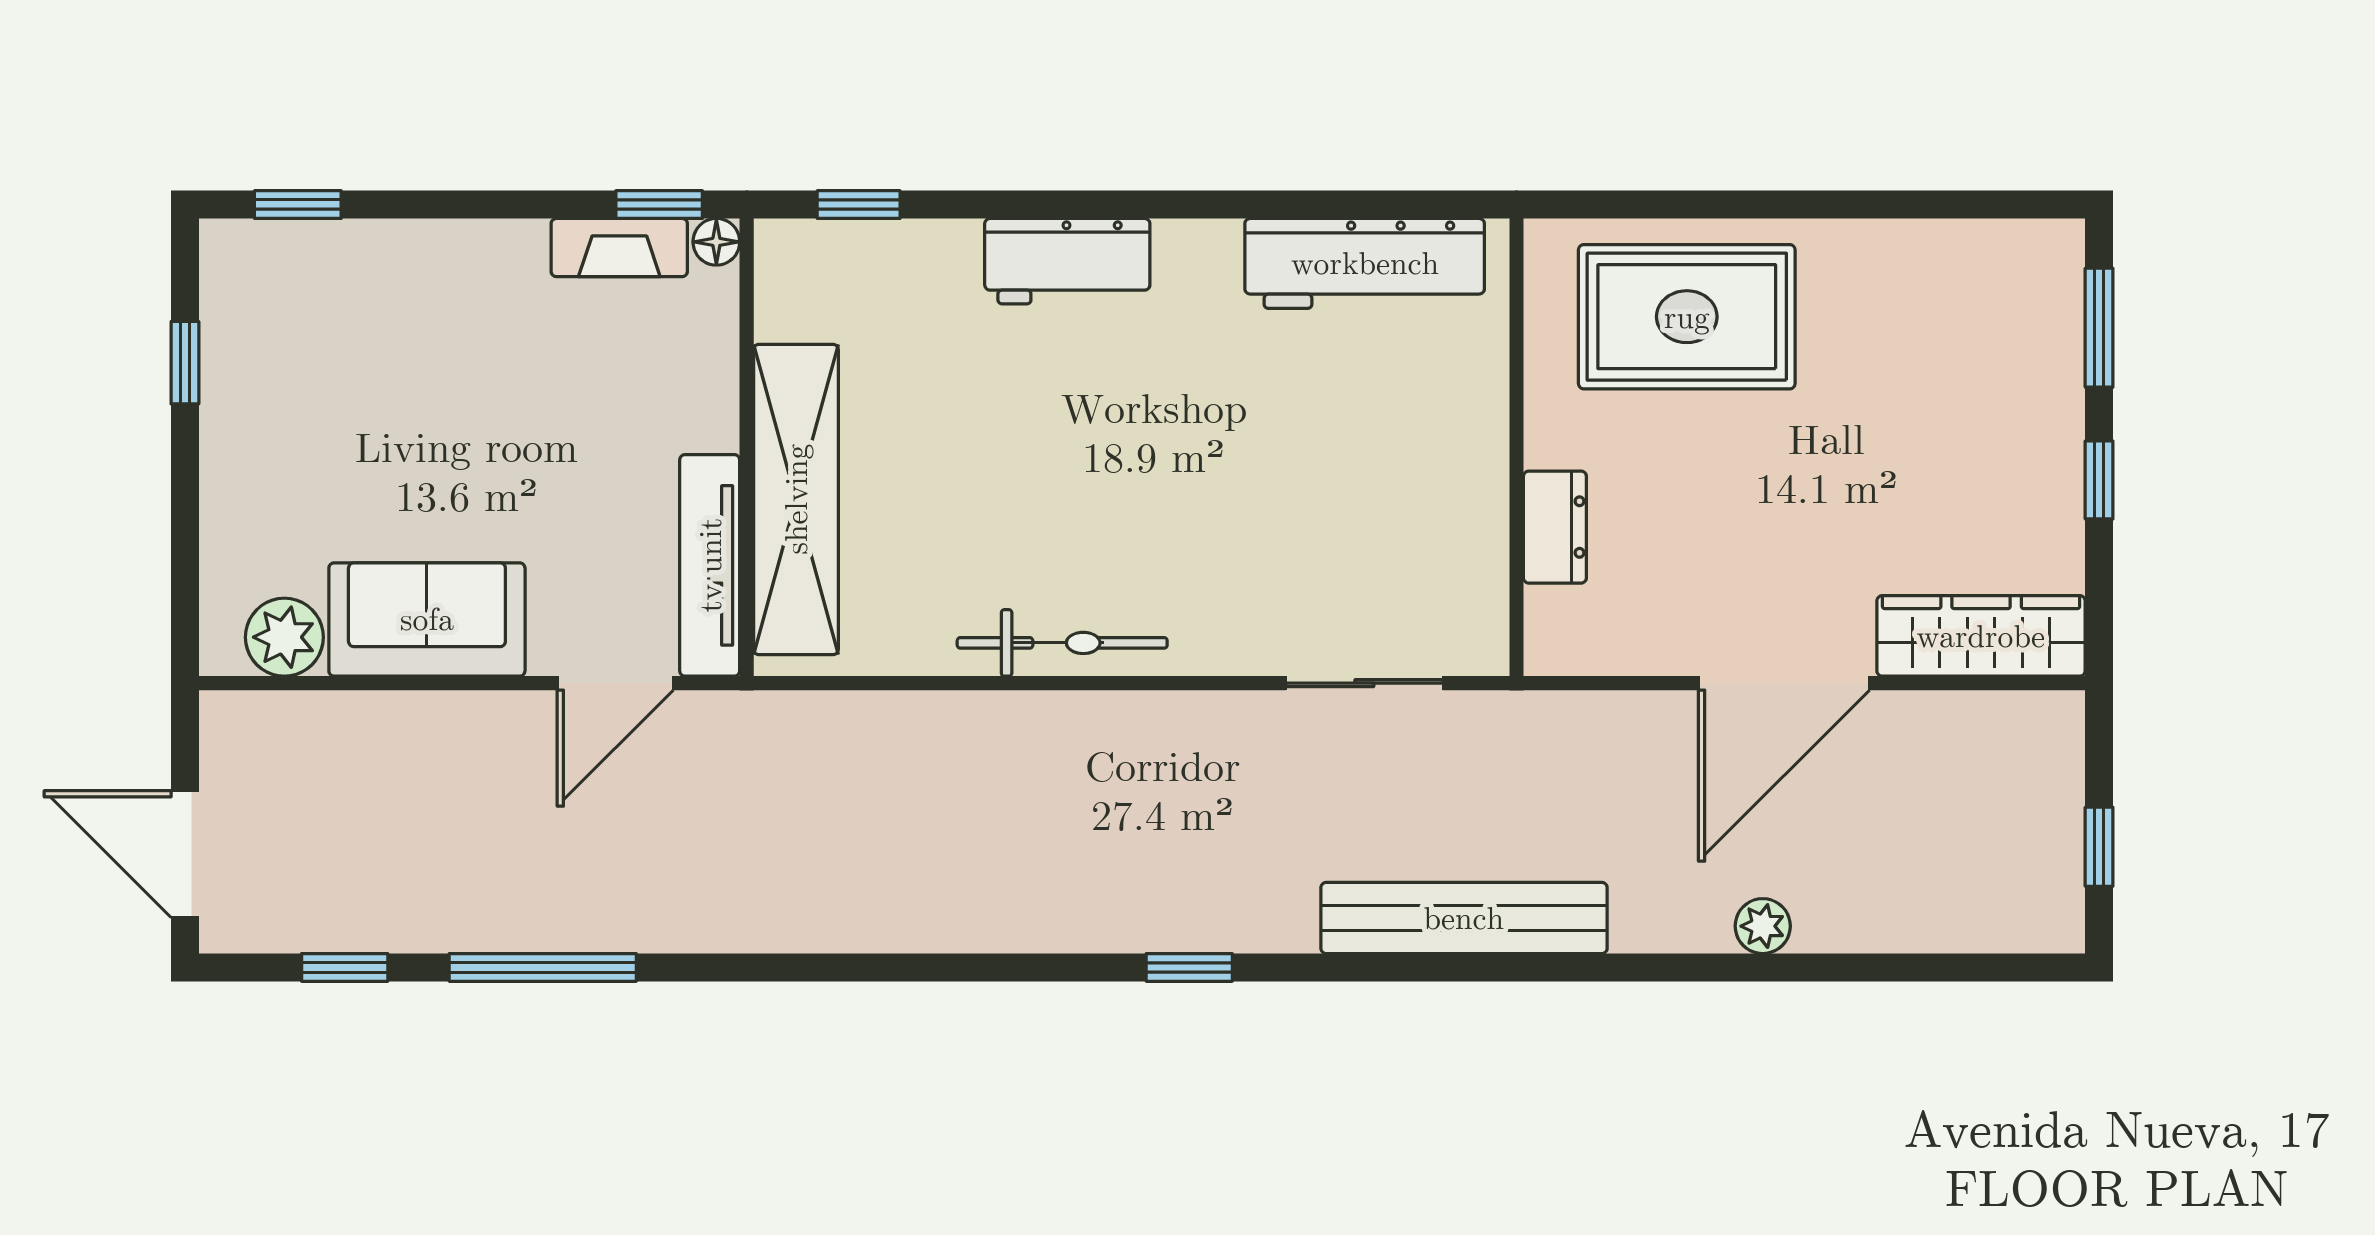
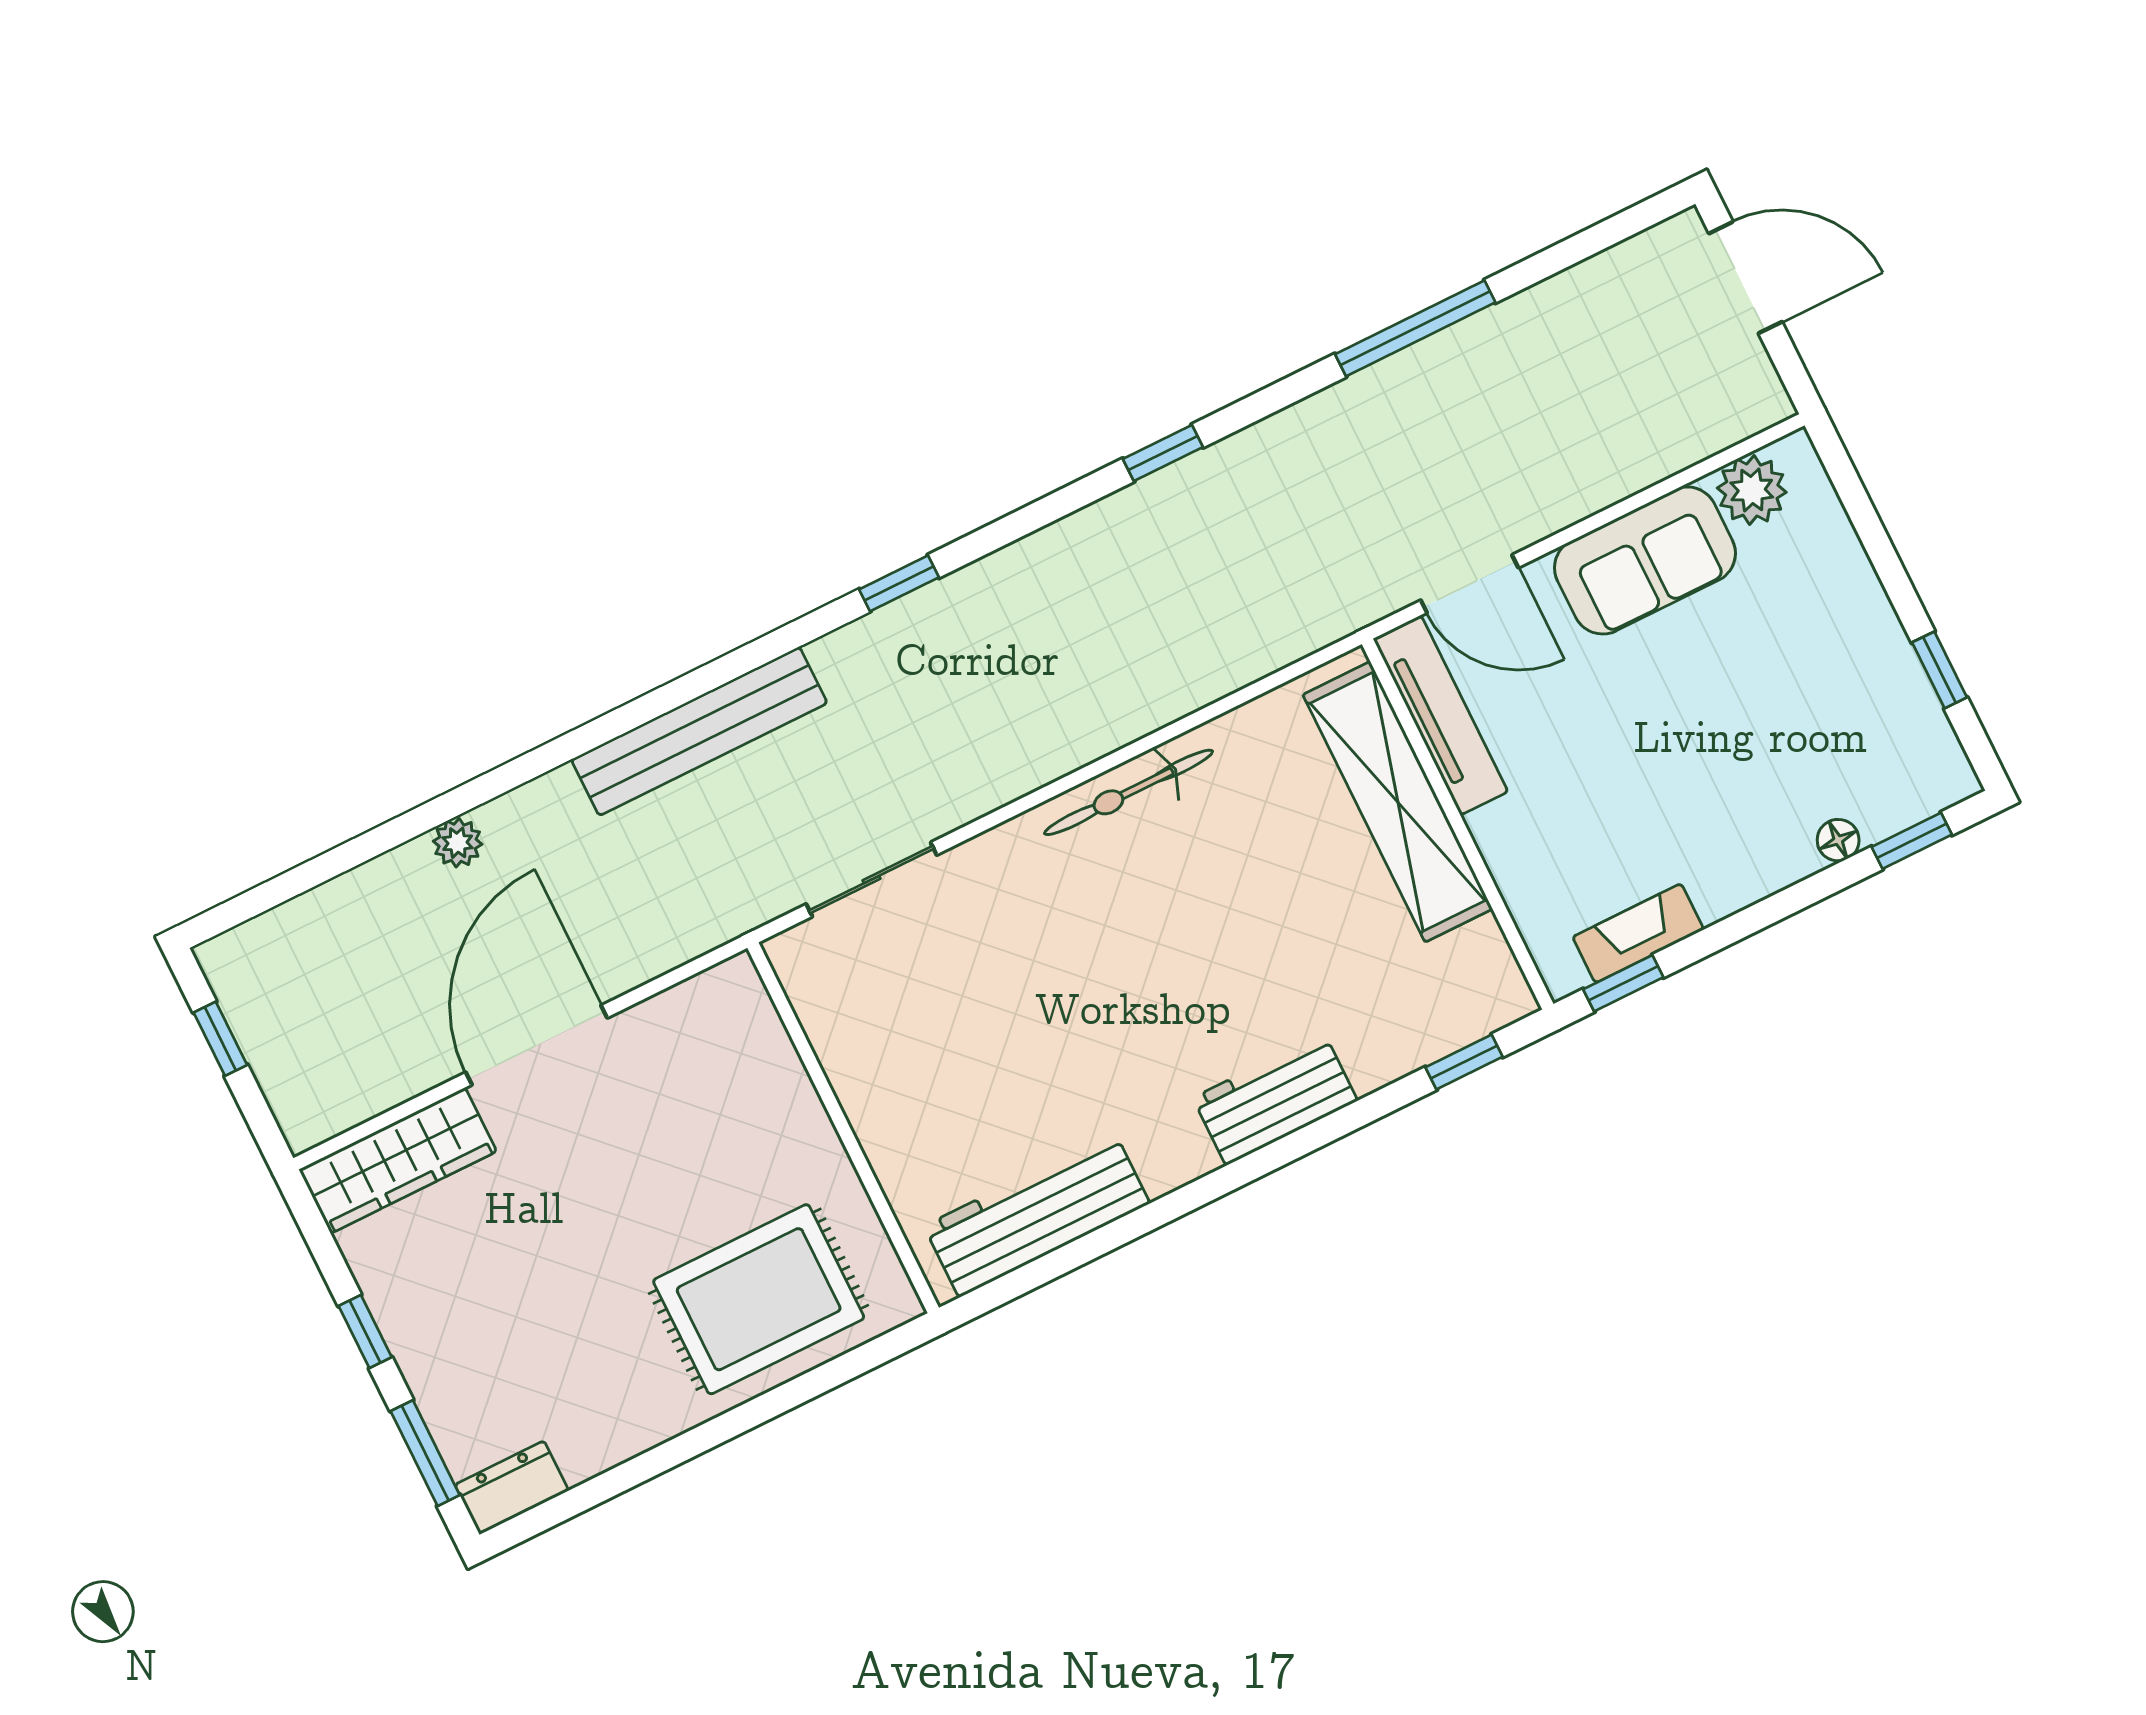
floor lamp: (716, 242) -> (1838, 840), moved
dresser: (1555, 527) -> (512, 1488), moved, turned 90
door: (615, 683) -> (1469, 584), swing flipped
window: (345, 967) -> (1163, 453), moved

